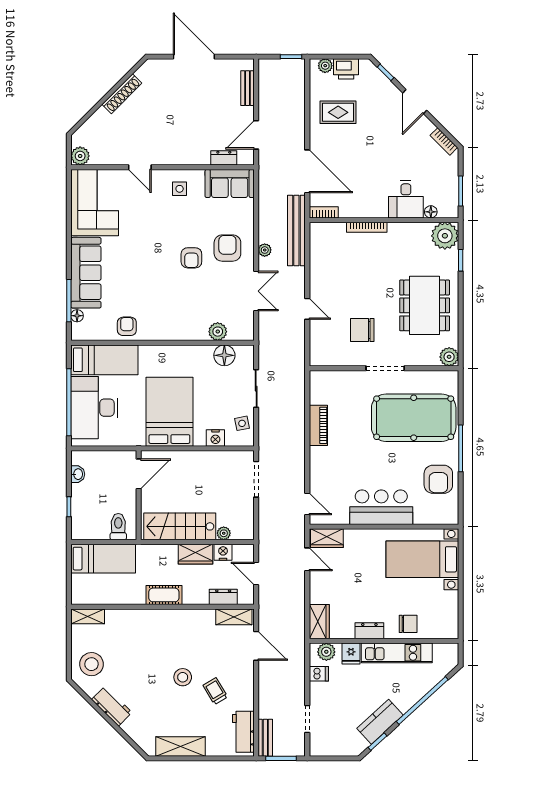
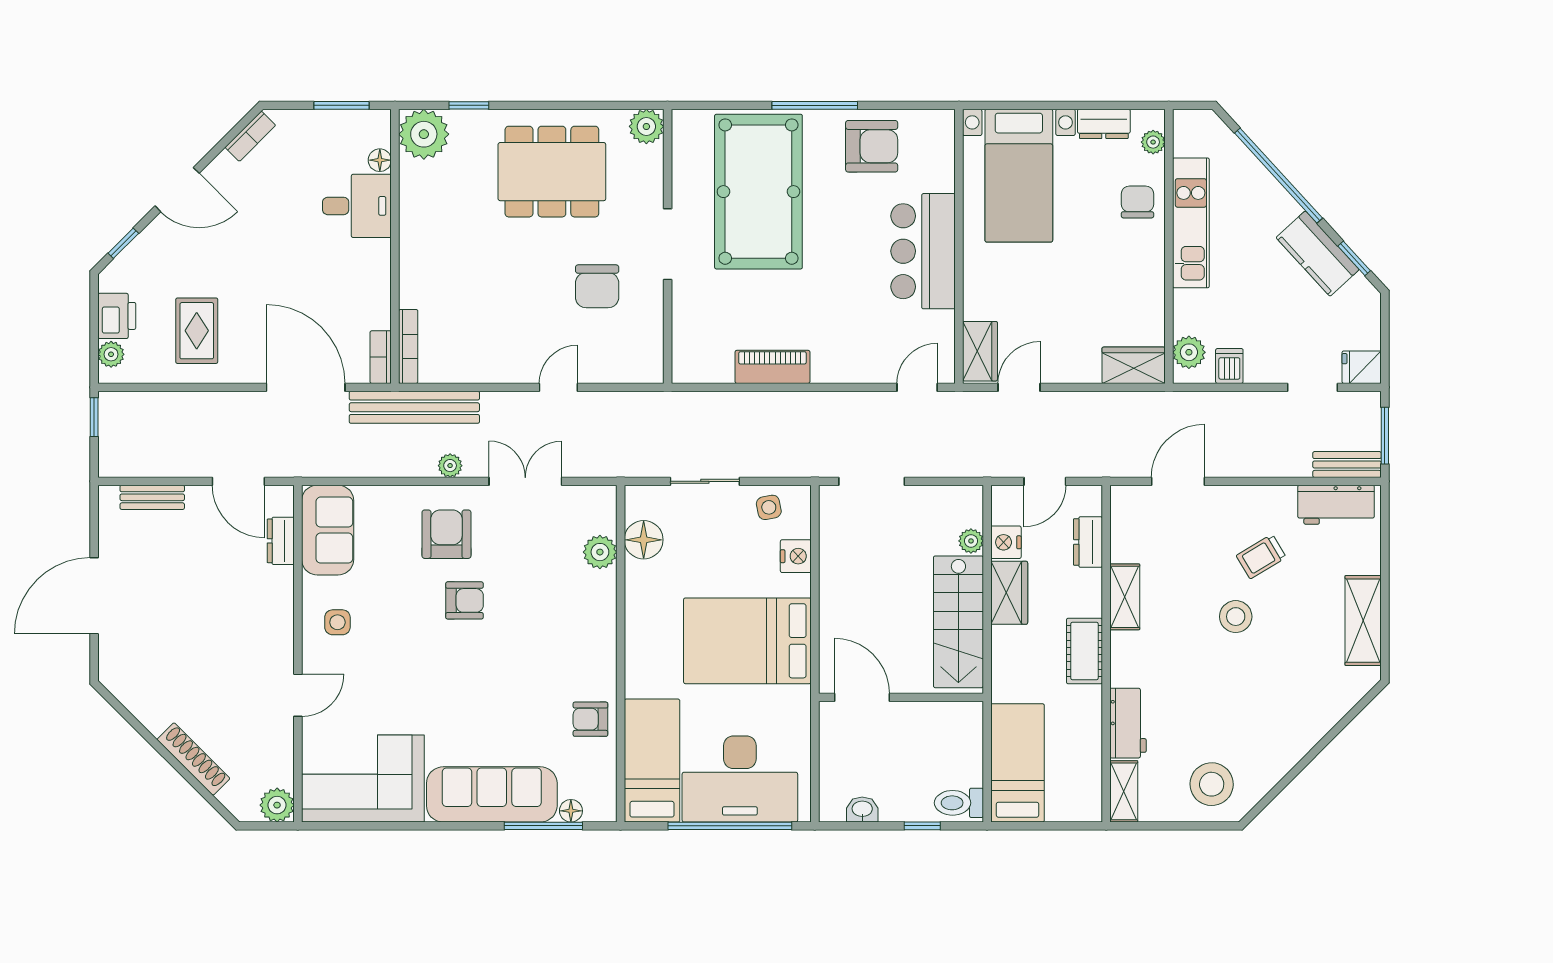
shoe rack: (122, 94) -> (193, 759), moved
door: (307, 171) -> (306, 387), hinge flipped
bookcase: (367, 227) -> (408, 346), moved
armchair: (227, 248) -> (446, 534), turned 90
toilet: (118, 527) -> (959, 803), moved
shelving: (234, 617) -> (1125, 597), moved
dresser: (369, 631) -> (1104, 124), moved, turned -90
plant: (441, 632) -> (1153, 142), added
fridge: (351, 653) -> (1362, 367), moved, turned 180
workbench: (112, 706) -> (1128, 723), moved, turned 135

